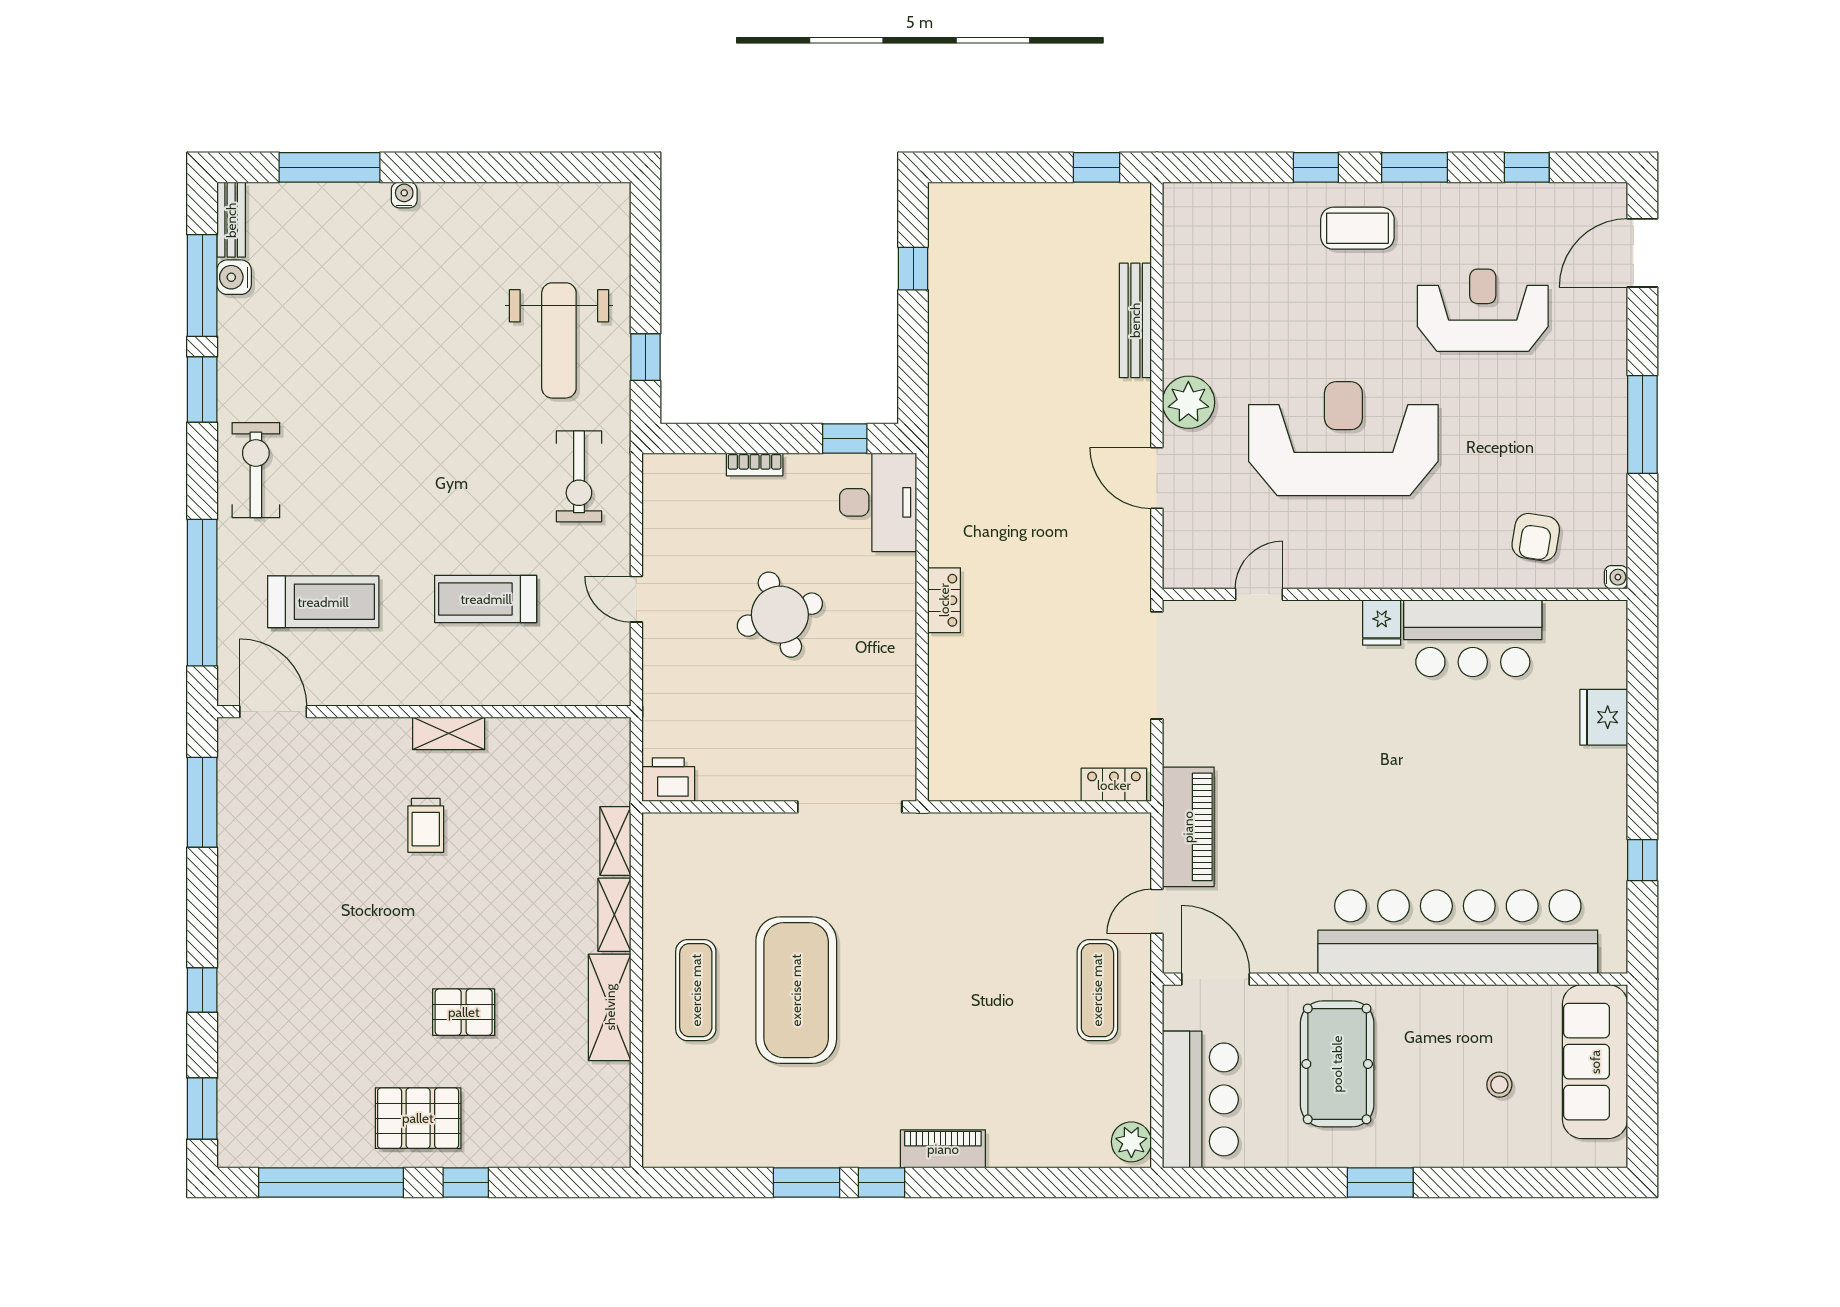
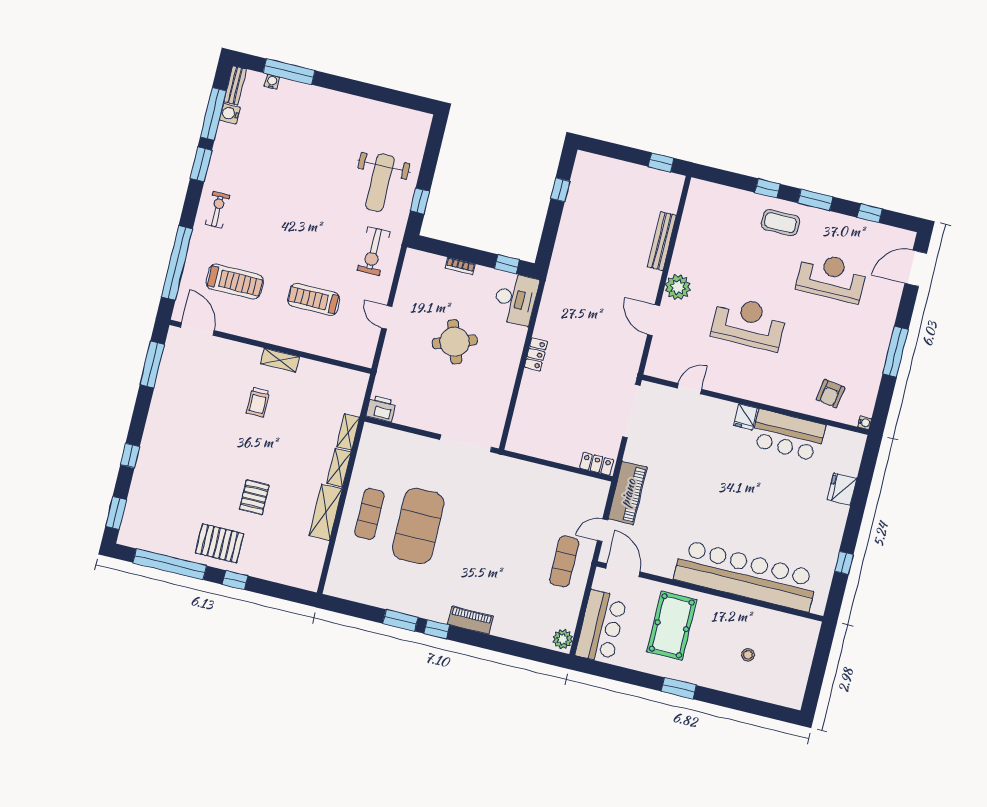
water cooler: (404, 195) -> (272, 82), moved
reception desk: (1343, 439) -> (749, 323), width x0.74, depth x0.77
exercise bike: (256, 470) -> (218, 210), width x0.73, depth x0.72
pallet: (464, 1012) -> (254, 497), turned 90
sofa: (1595, 1062) -> (797, 655), removed

